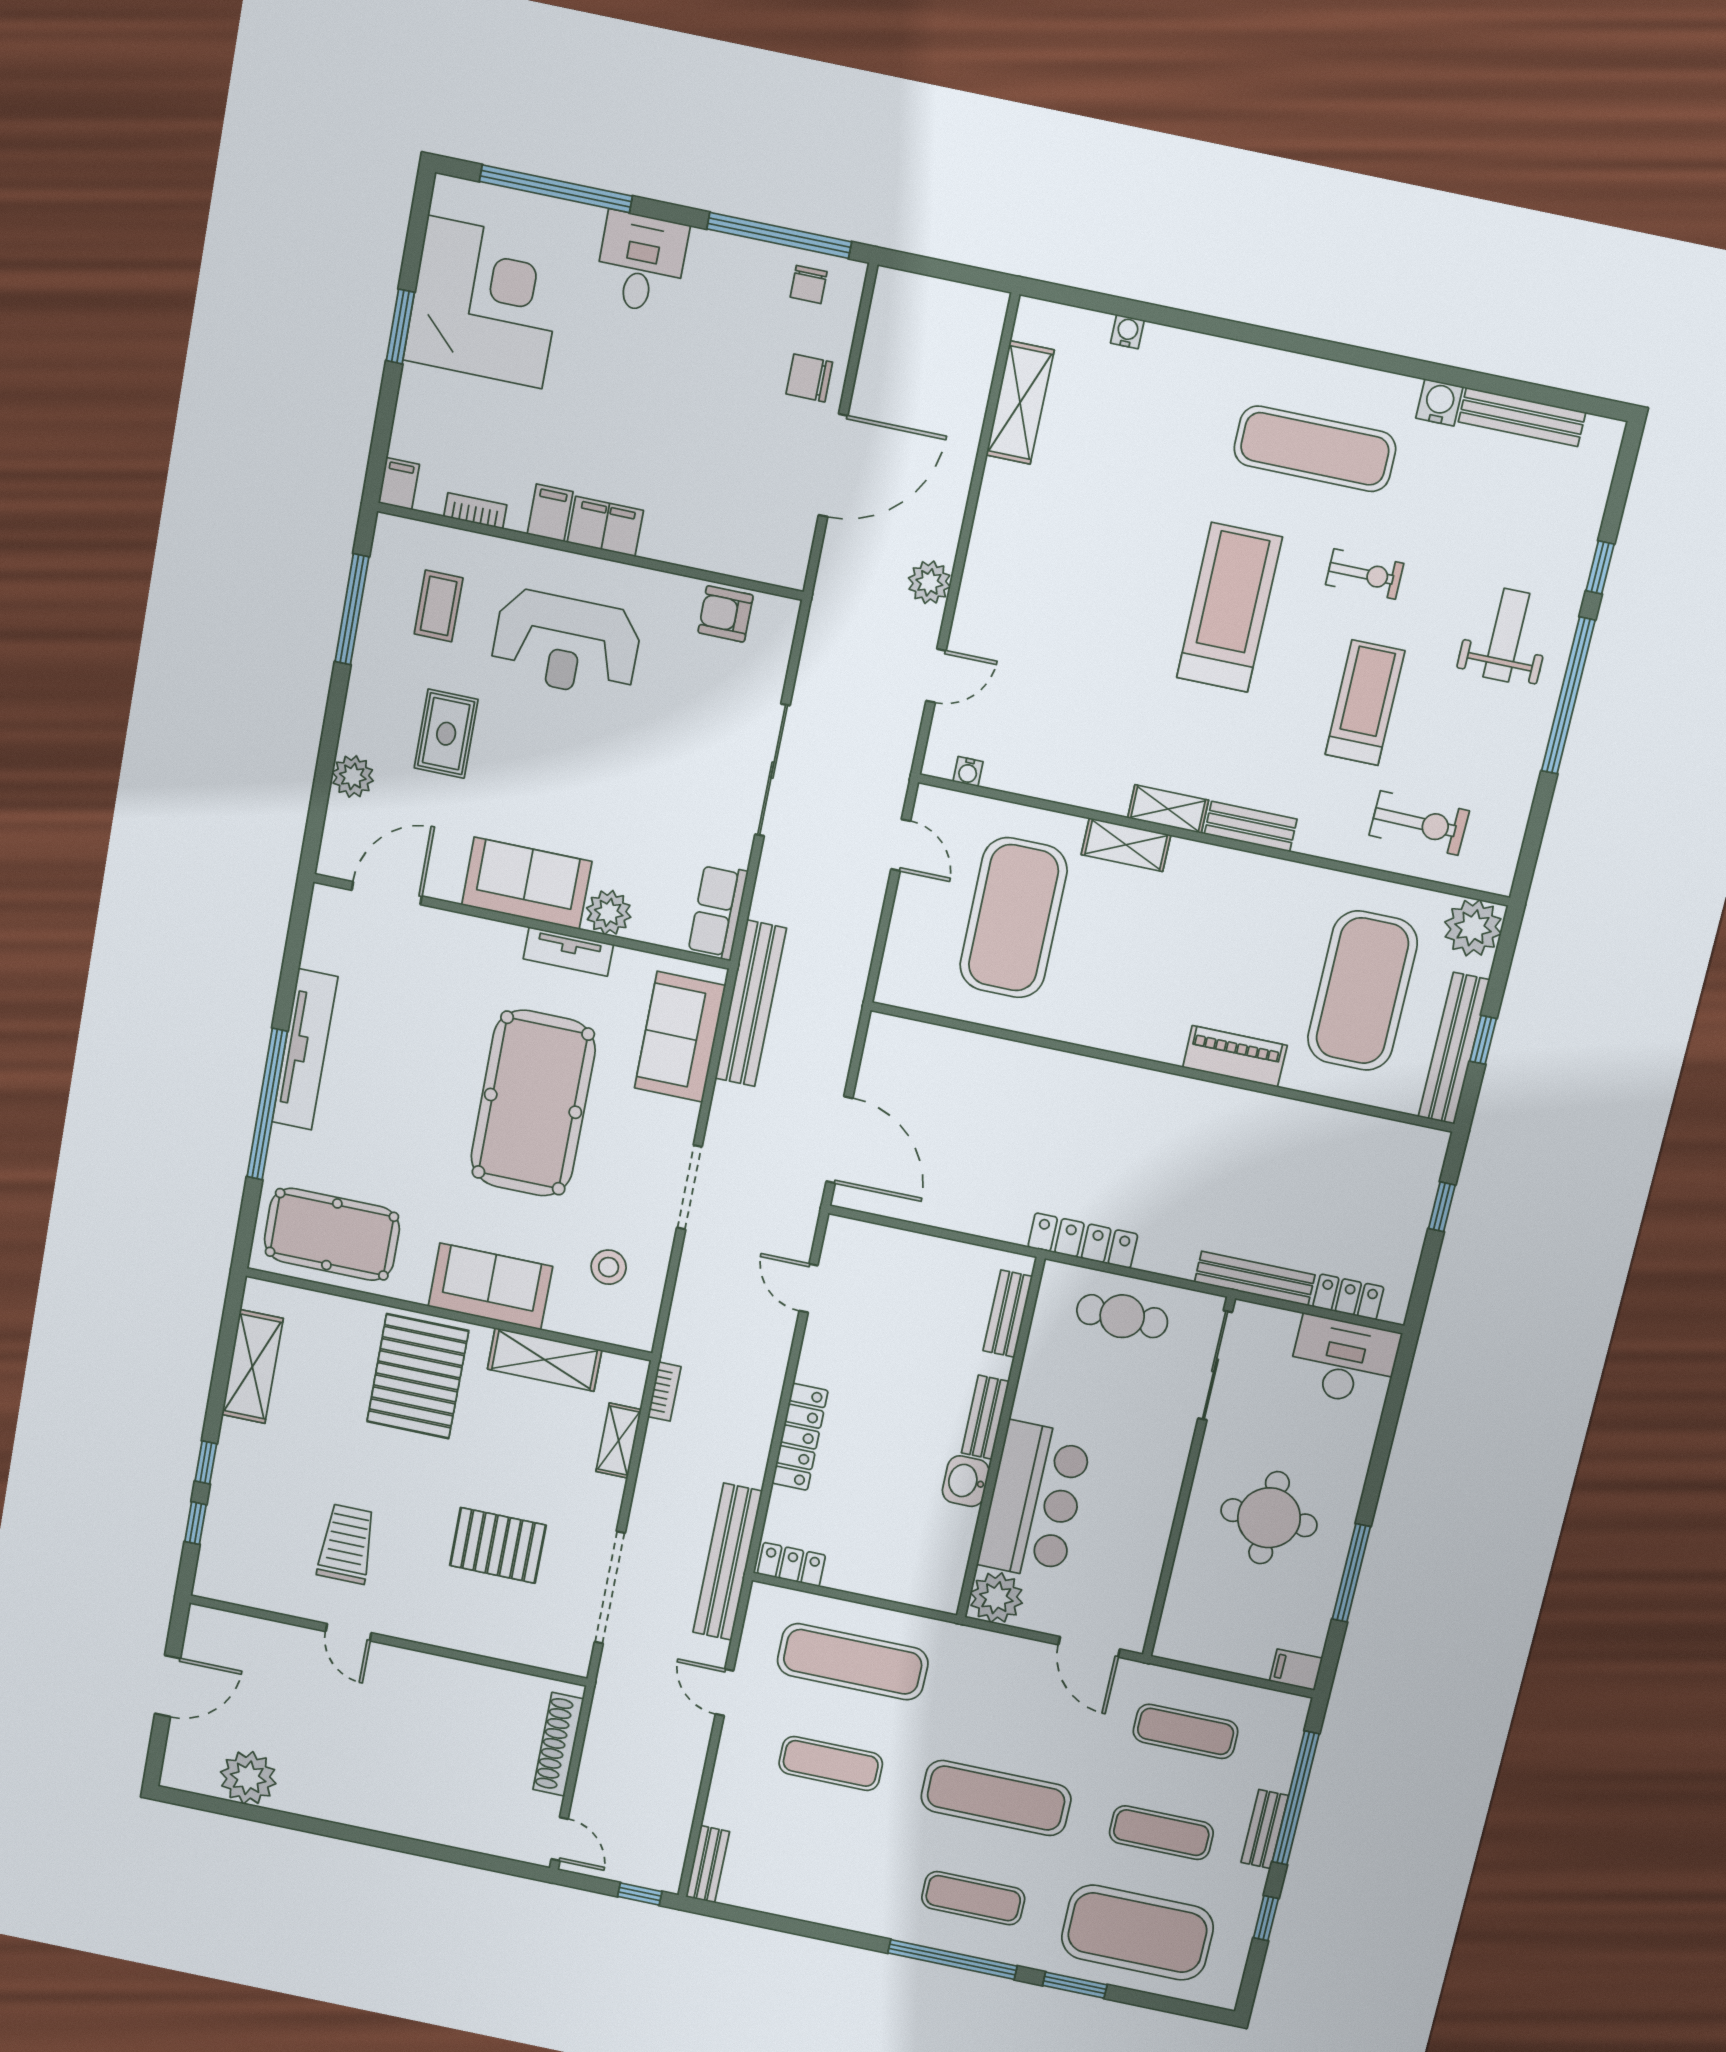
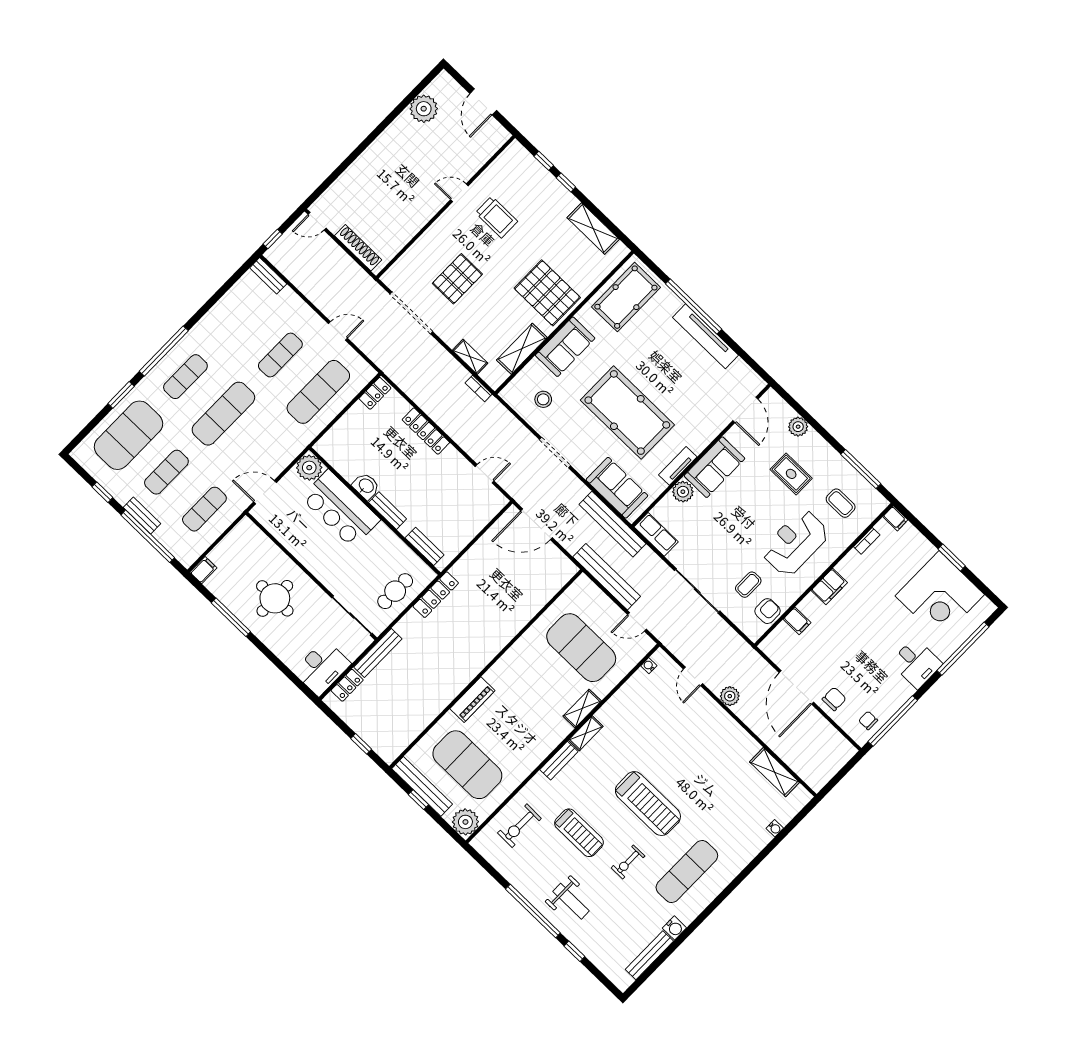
filing cabinet: (550, 513) -> (797, 621), moved
coffee table: (700, 682) -> (748, 585), added
bench: (728, 1562) -> (607, 577), moved

